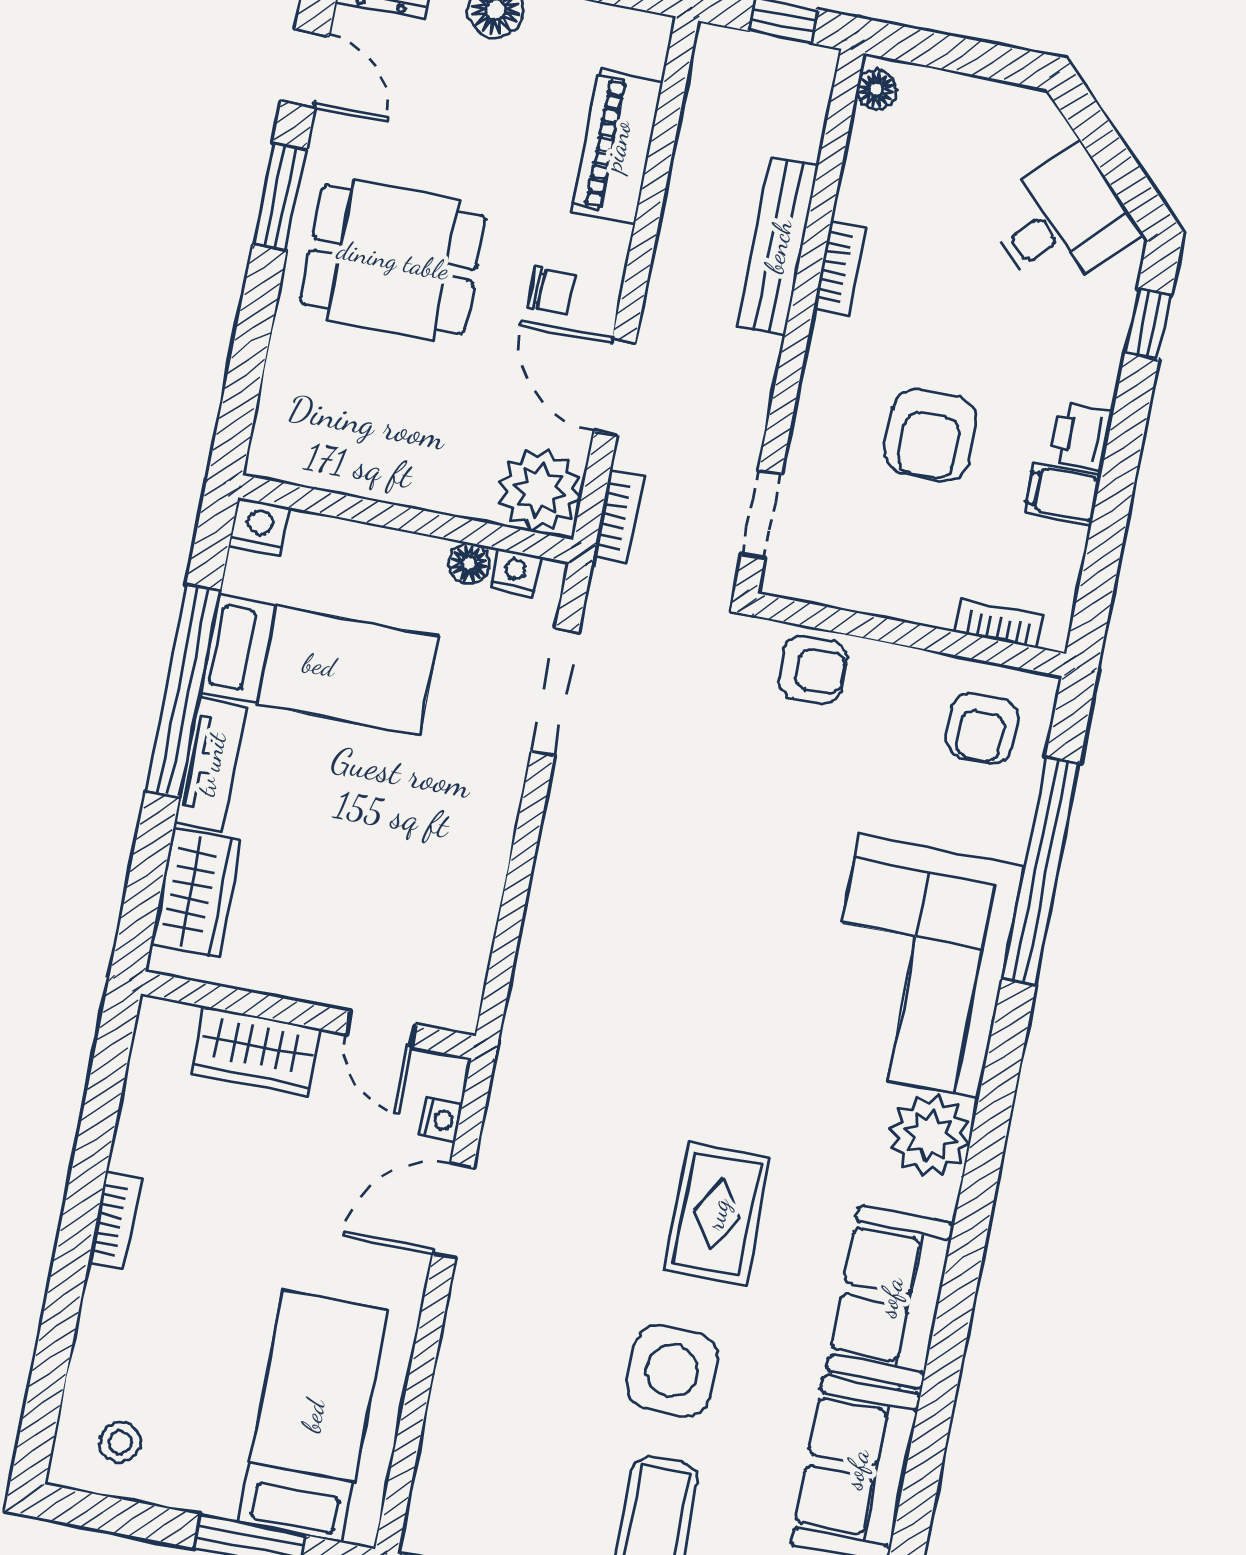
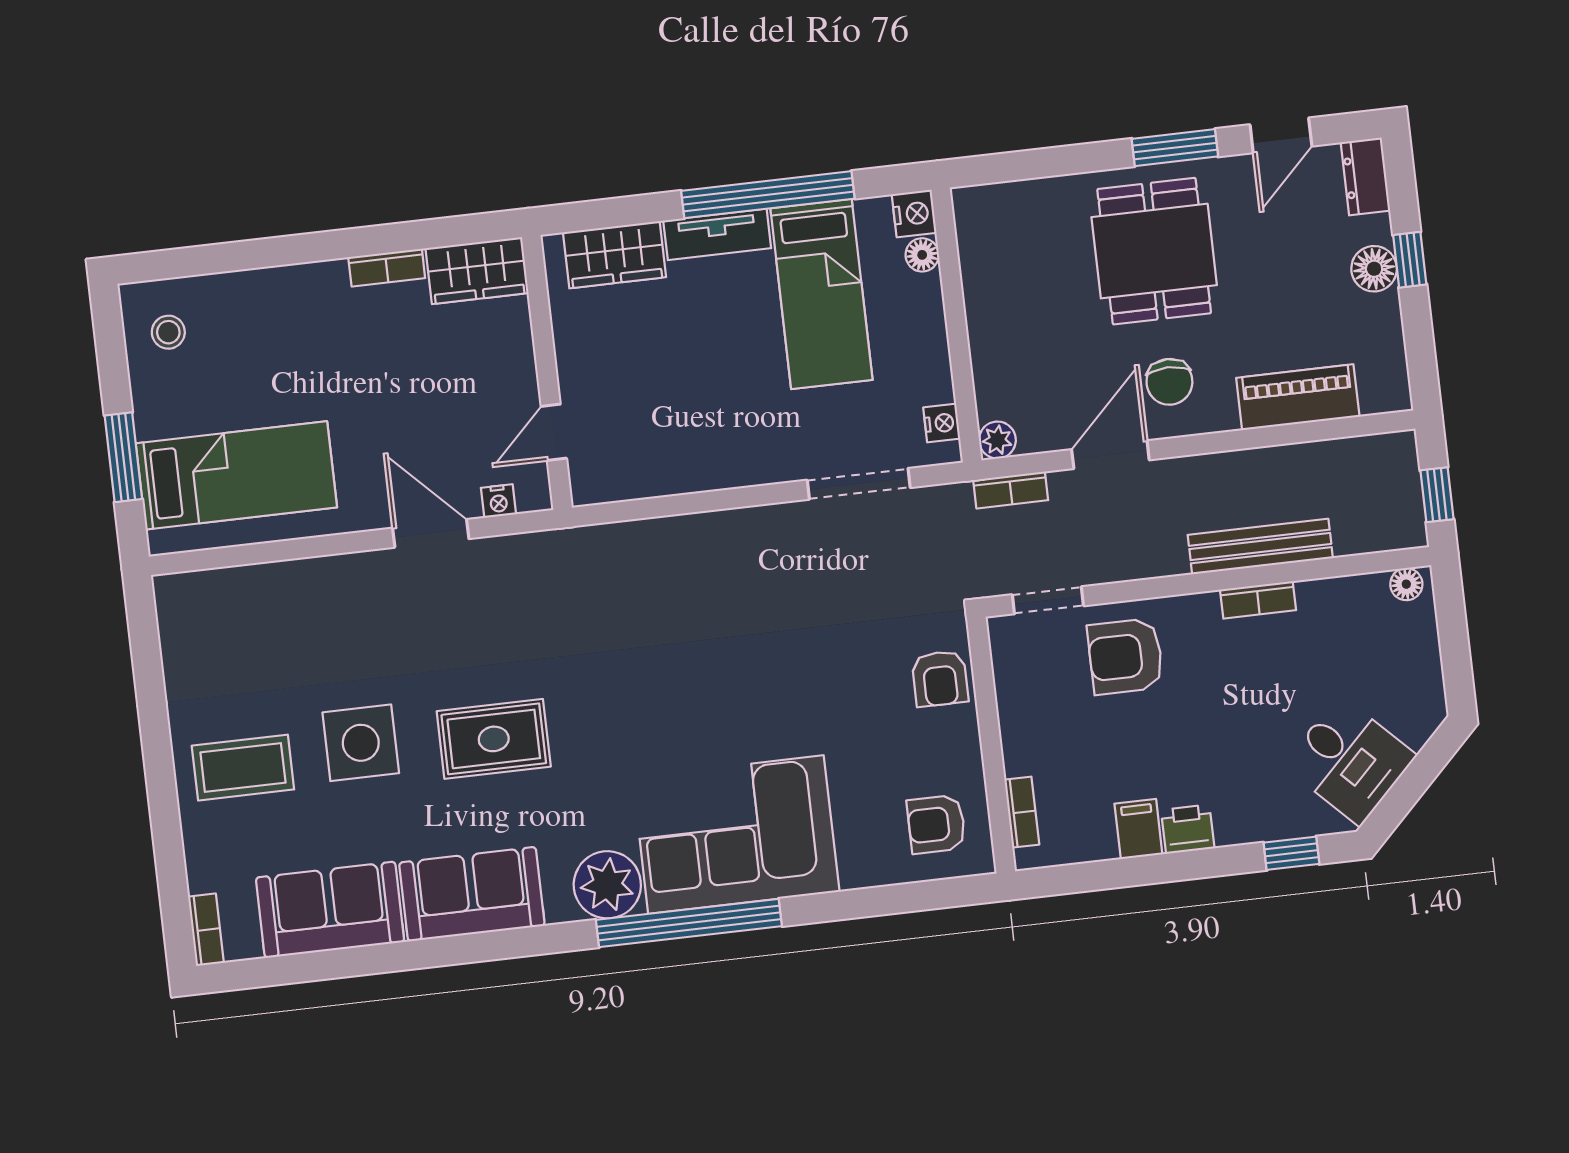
chair: (552, 291) -> (1169, 382), width x1.37, depth x1.37
armchair: (930, 435) -> (1125, 656), moved
plant: (540, 490) -> (997, 440), width x0.53, depth x0.53
floor lamp: (469, 563) -> (922, 255), moved
window: (1041, 871) -> (689, 923), moved
wardrobe: (256, 1051) -> (477, 271), moved, turned -90
bookcase: (115, 1221) -> (387, 268), moved

